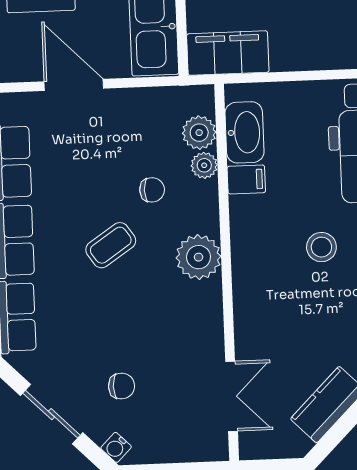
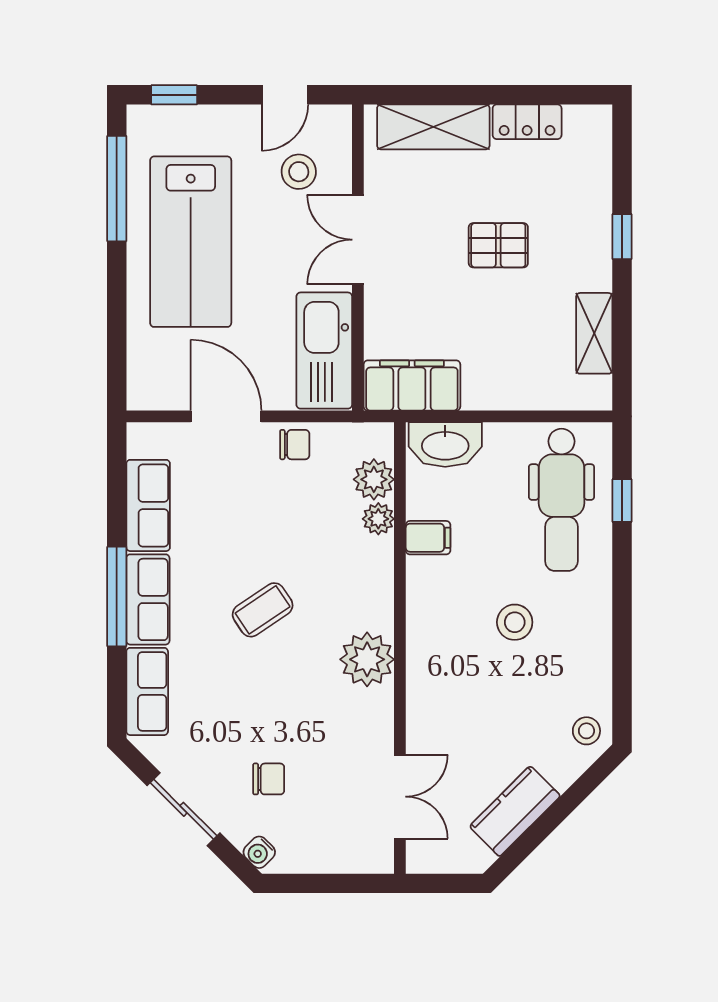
washbasin: (244, 132) -> (445, 444), moved, turned 90
chair: (152, 190) -> (295, 445), moved
plant: (199, 257) -> (367, 659), moved

